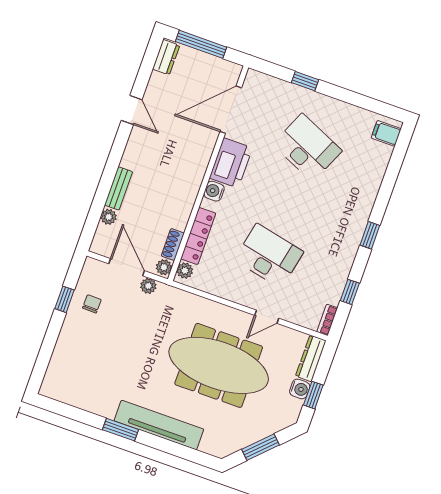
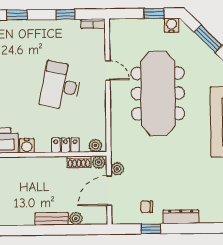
locker: (198, 236) -> (65, 145), width x0.66
dresser: (311, 358) -> (181, 217), moved, turned 180
water cooler: (300, 389) -> (171, 25), moved

